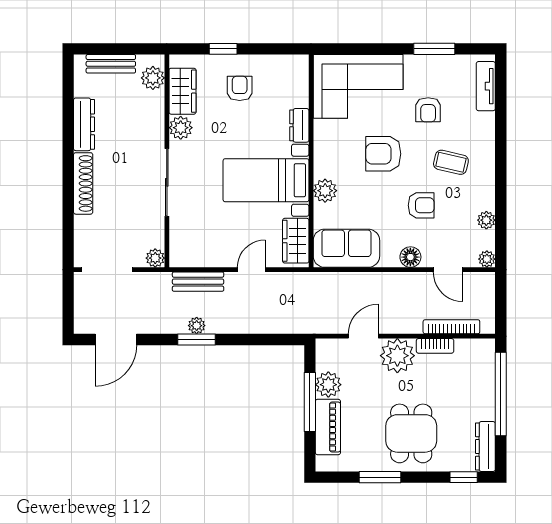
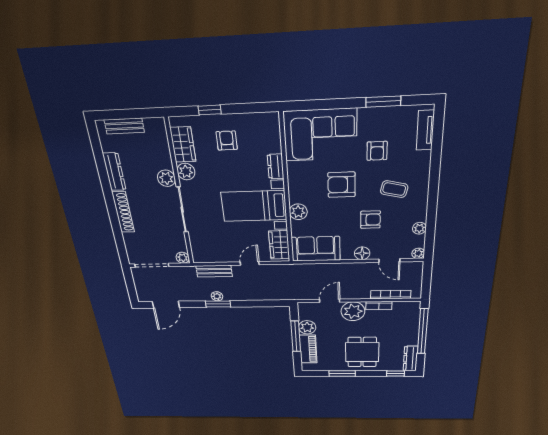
plant: (153, 78) -> (166, 178), moved

